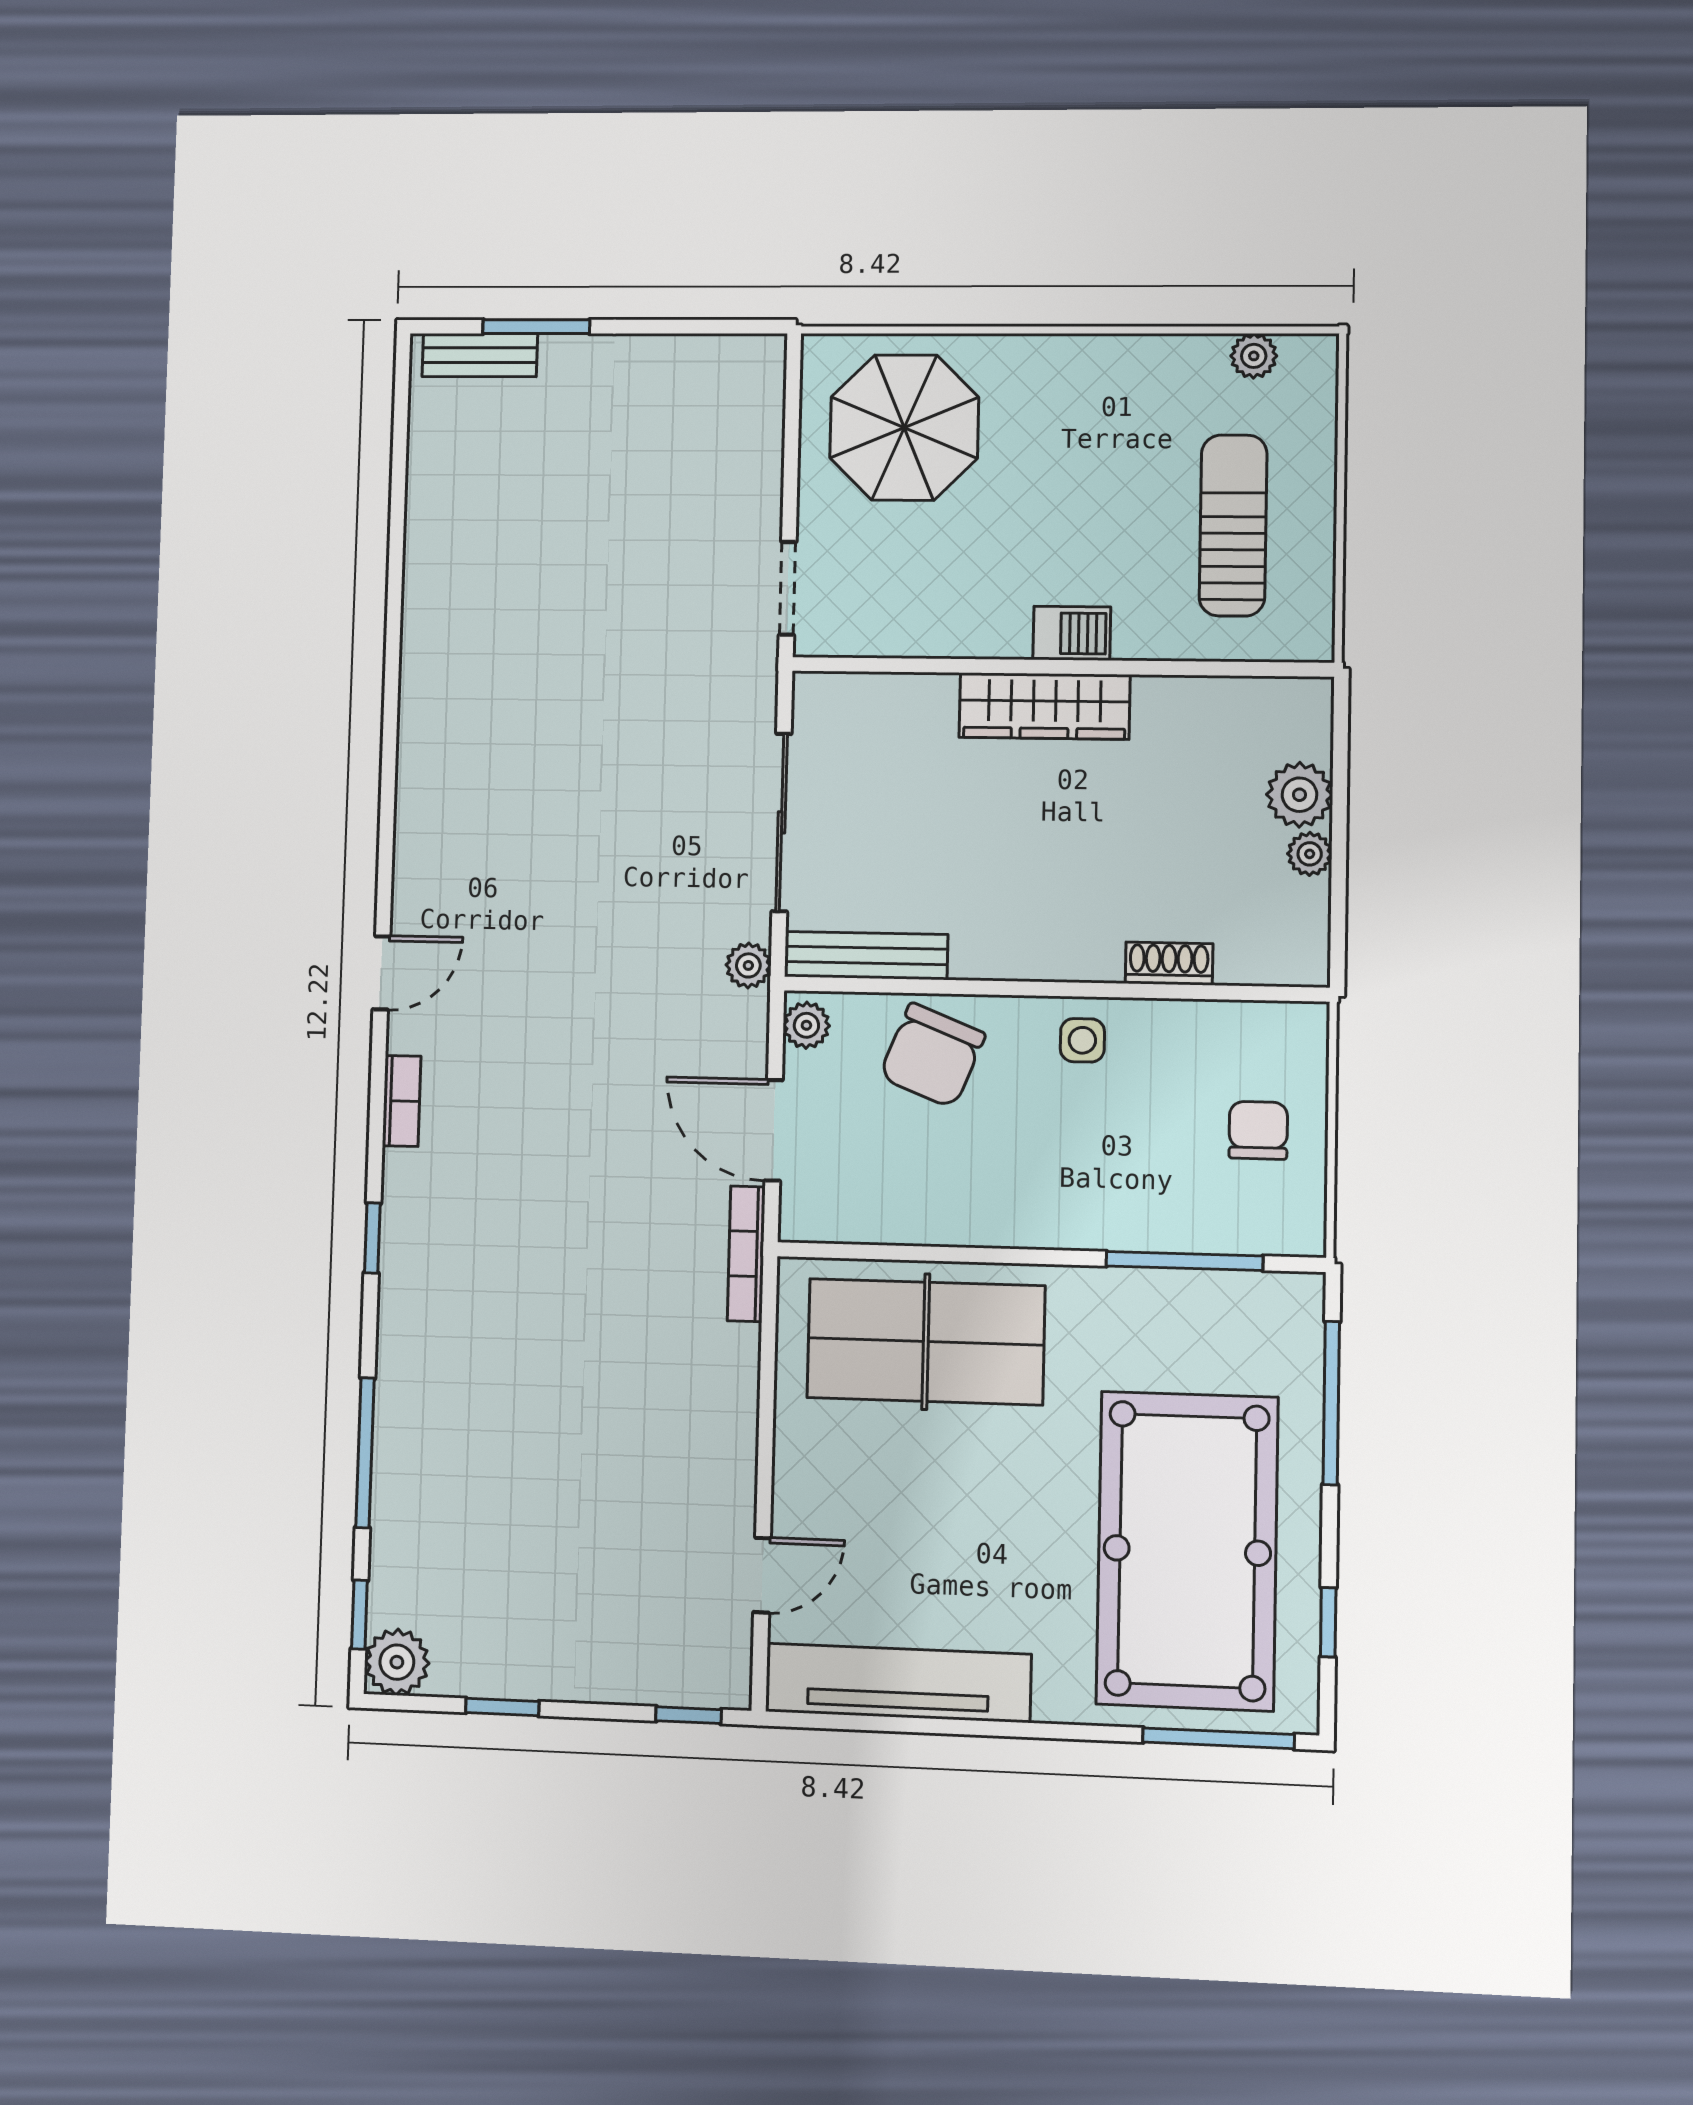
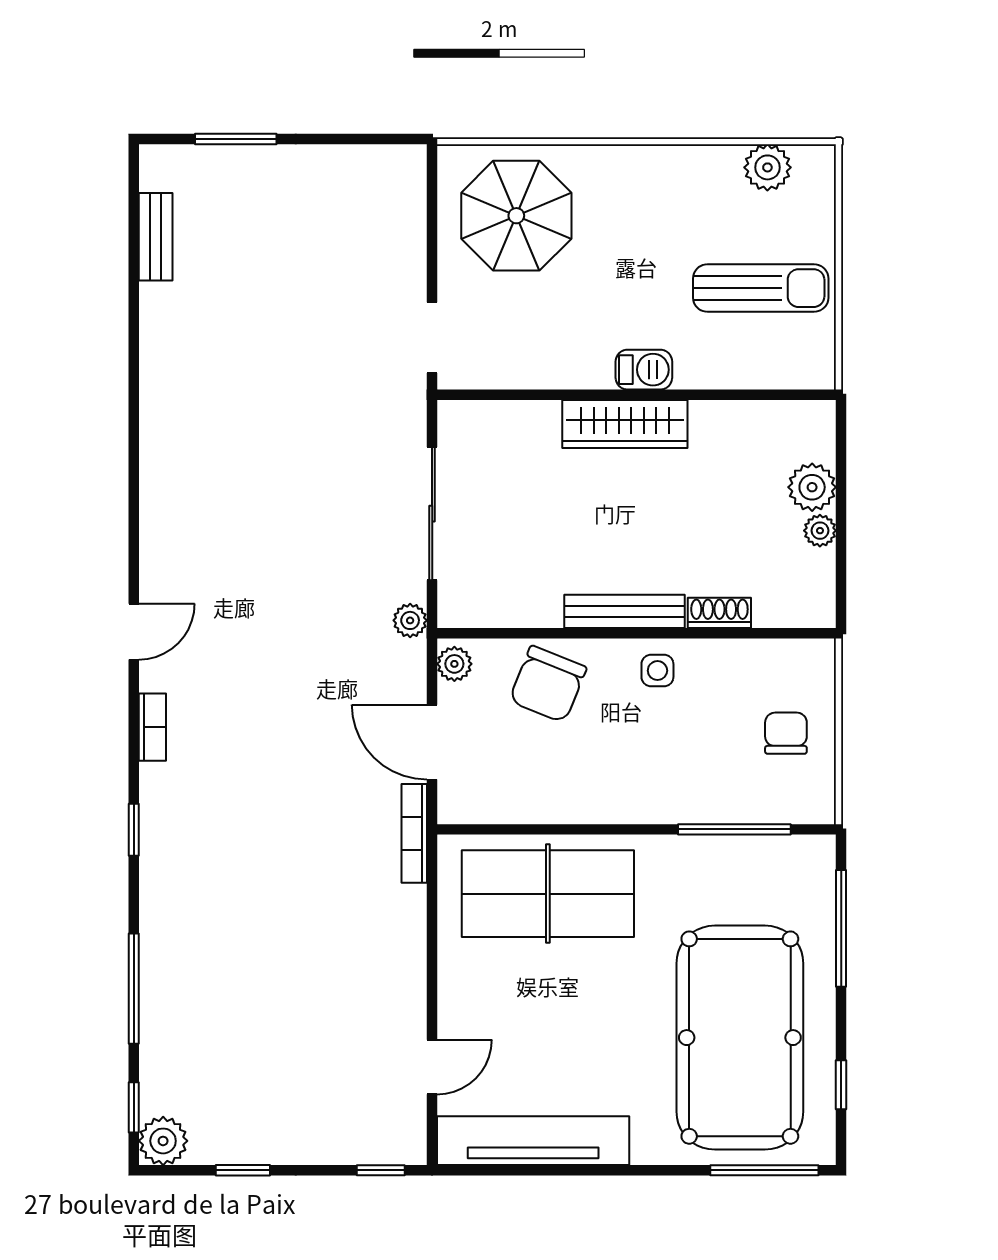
bench: (480, 355) -> (156, 237), moved, turned 90
plant: (1254, 356) -> (767, 167), width x1.38, depth x1.38
sun lounger: (1233, 525) -> (761, 288), turned 90
bench: (866, 956) -> (625, 611), moved

